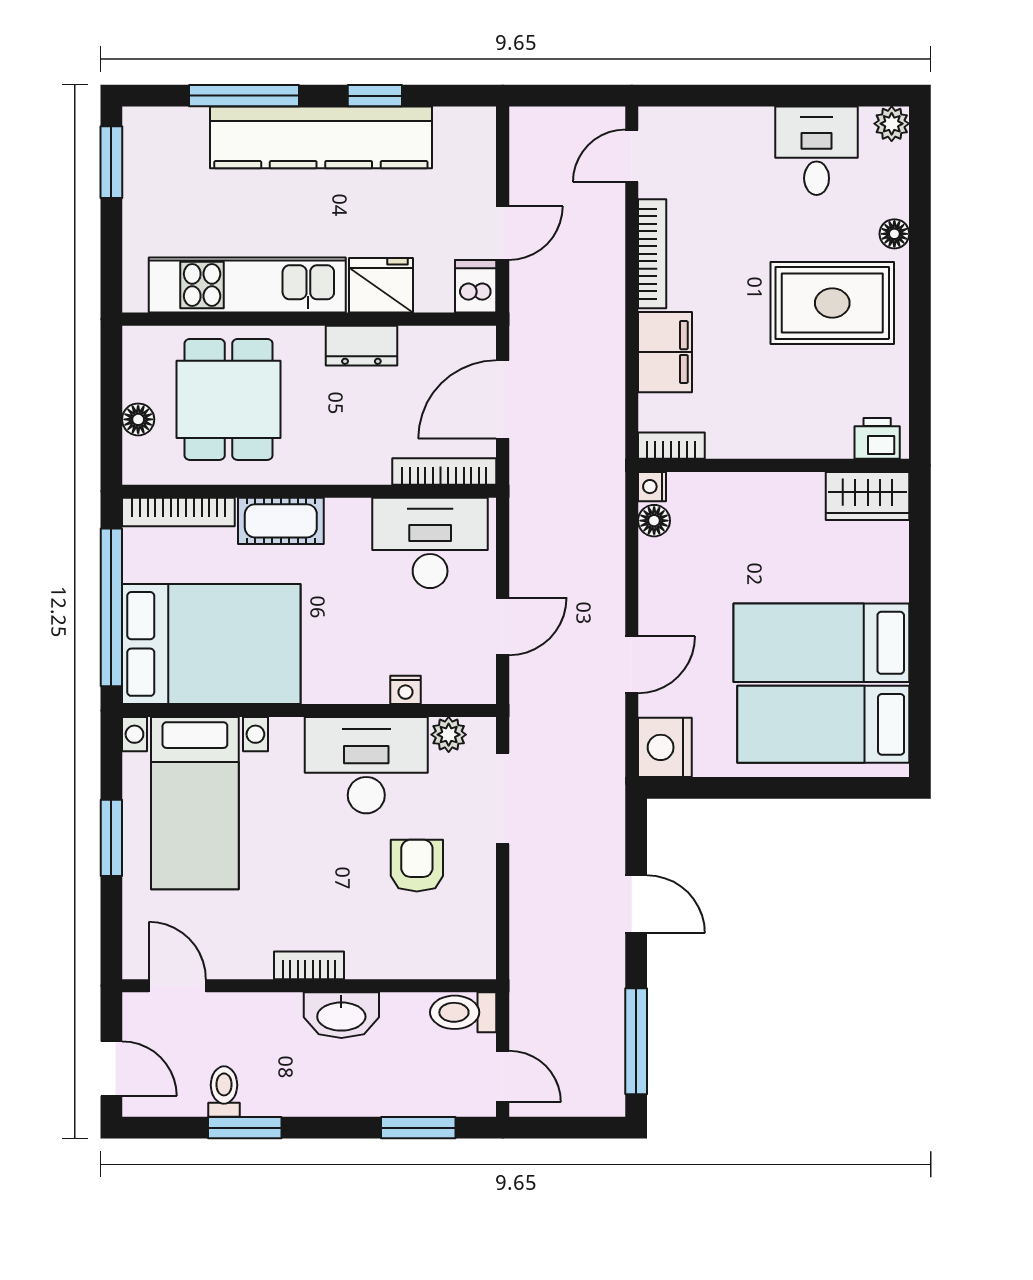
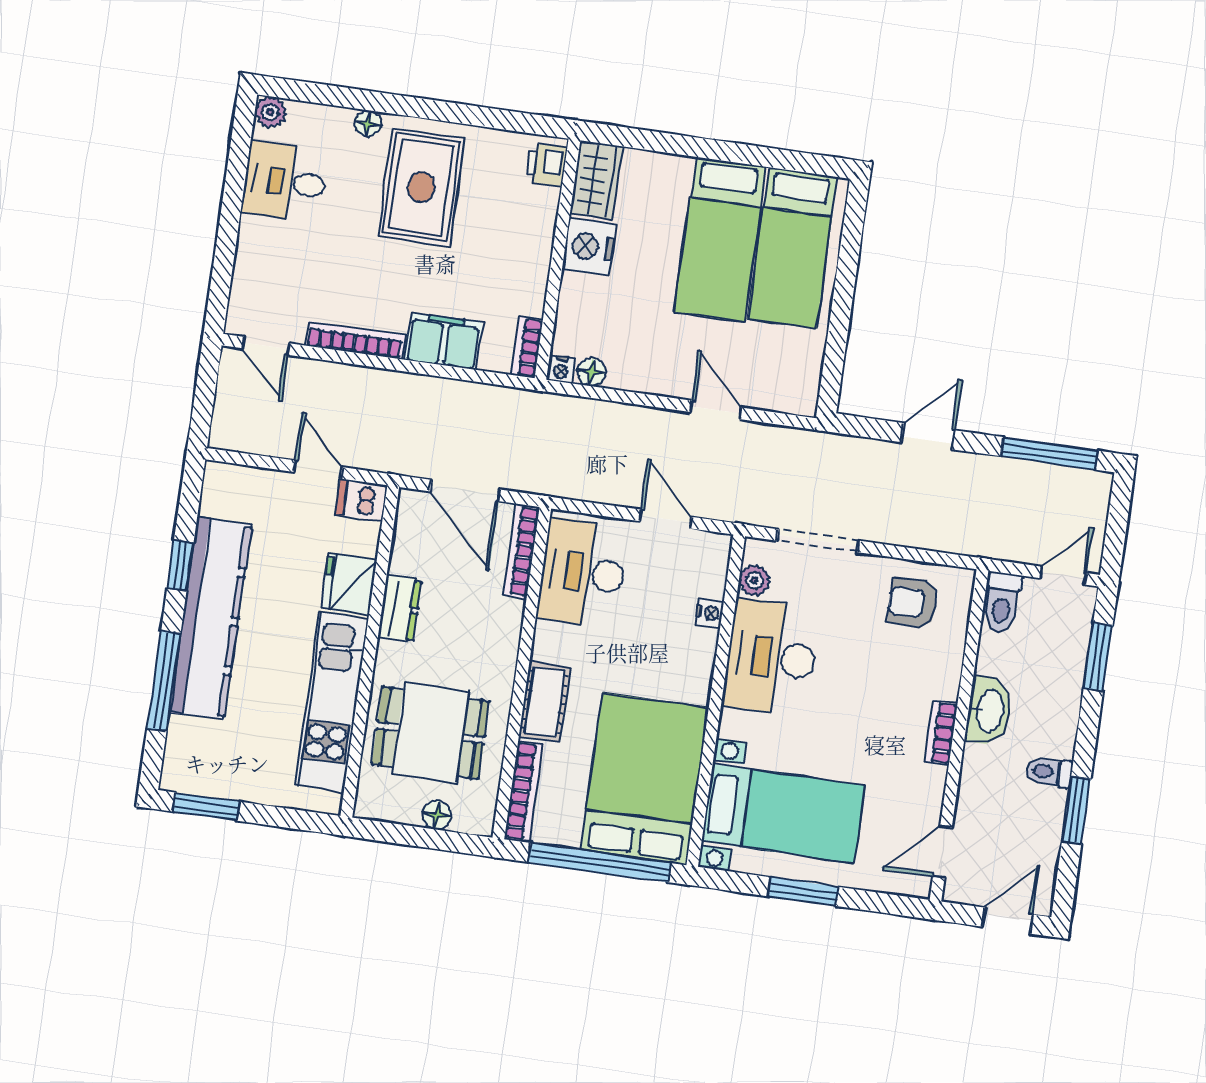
nightstand: (665, 747) -> (589, 247), moved, turned 90
armchair: (417, 866) -> (913, 603), moved
toilet: (224, 1092) -> (1049, 772), moved

